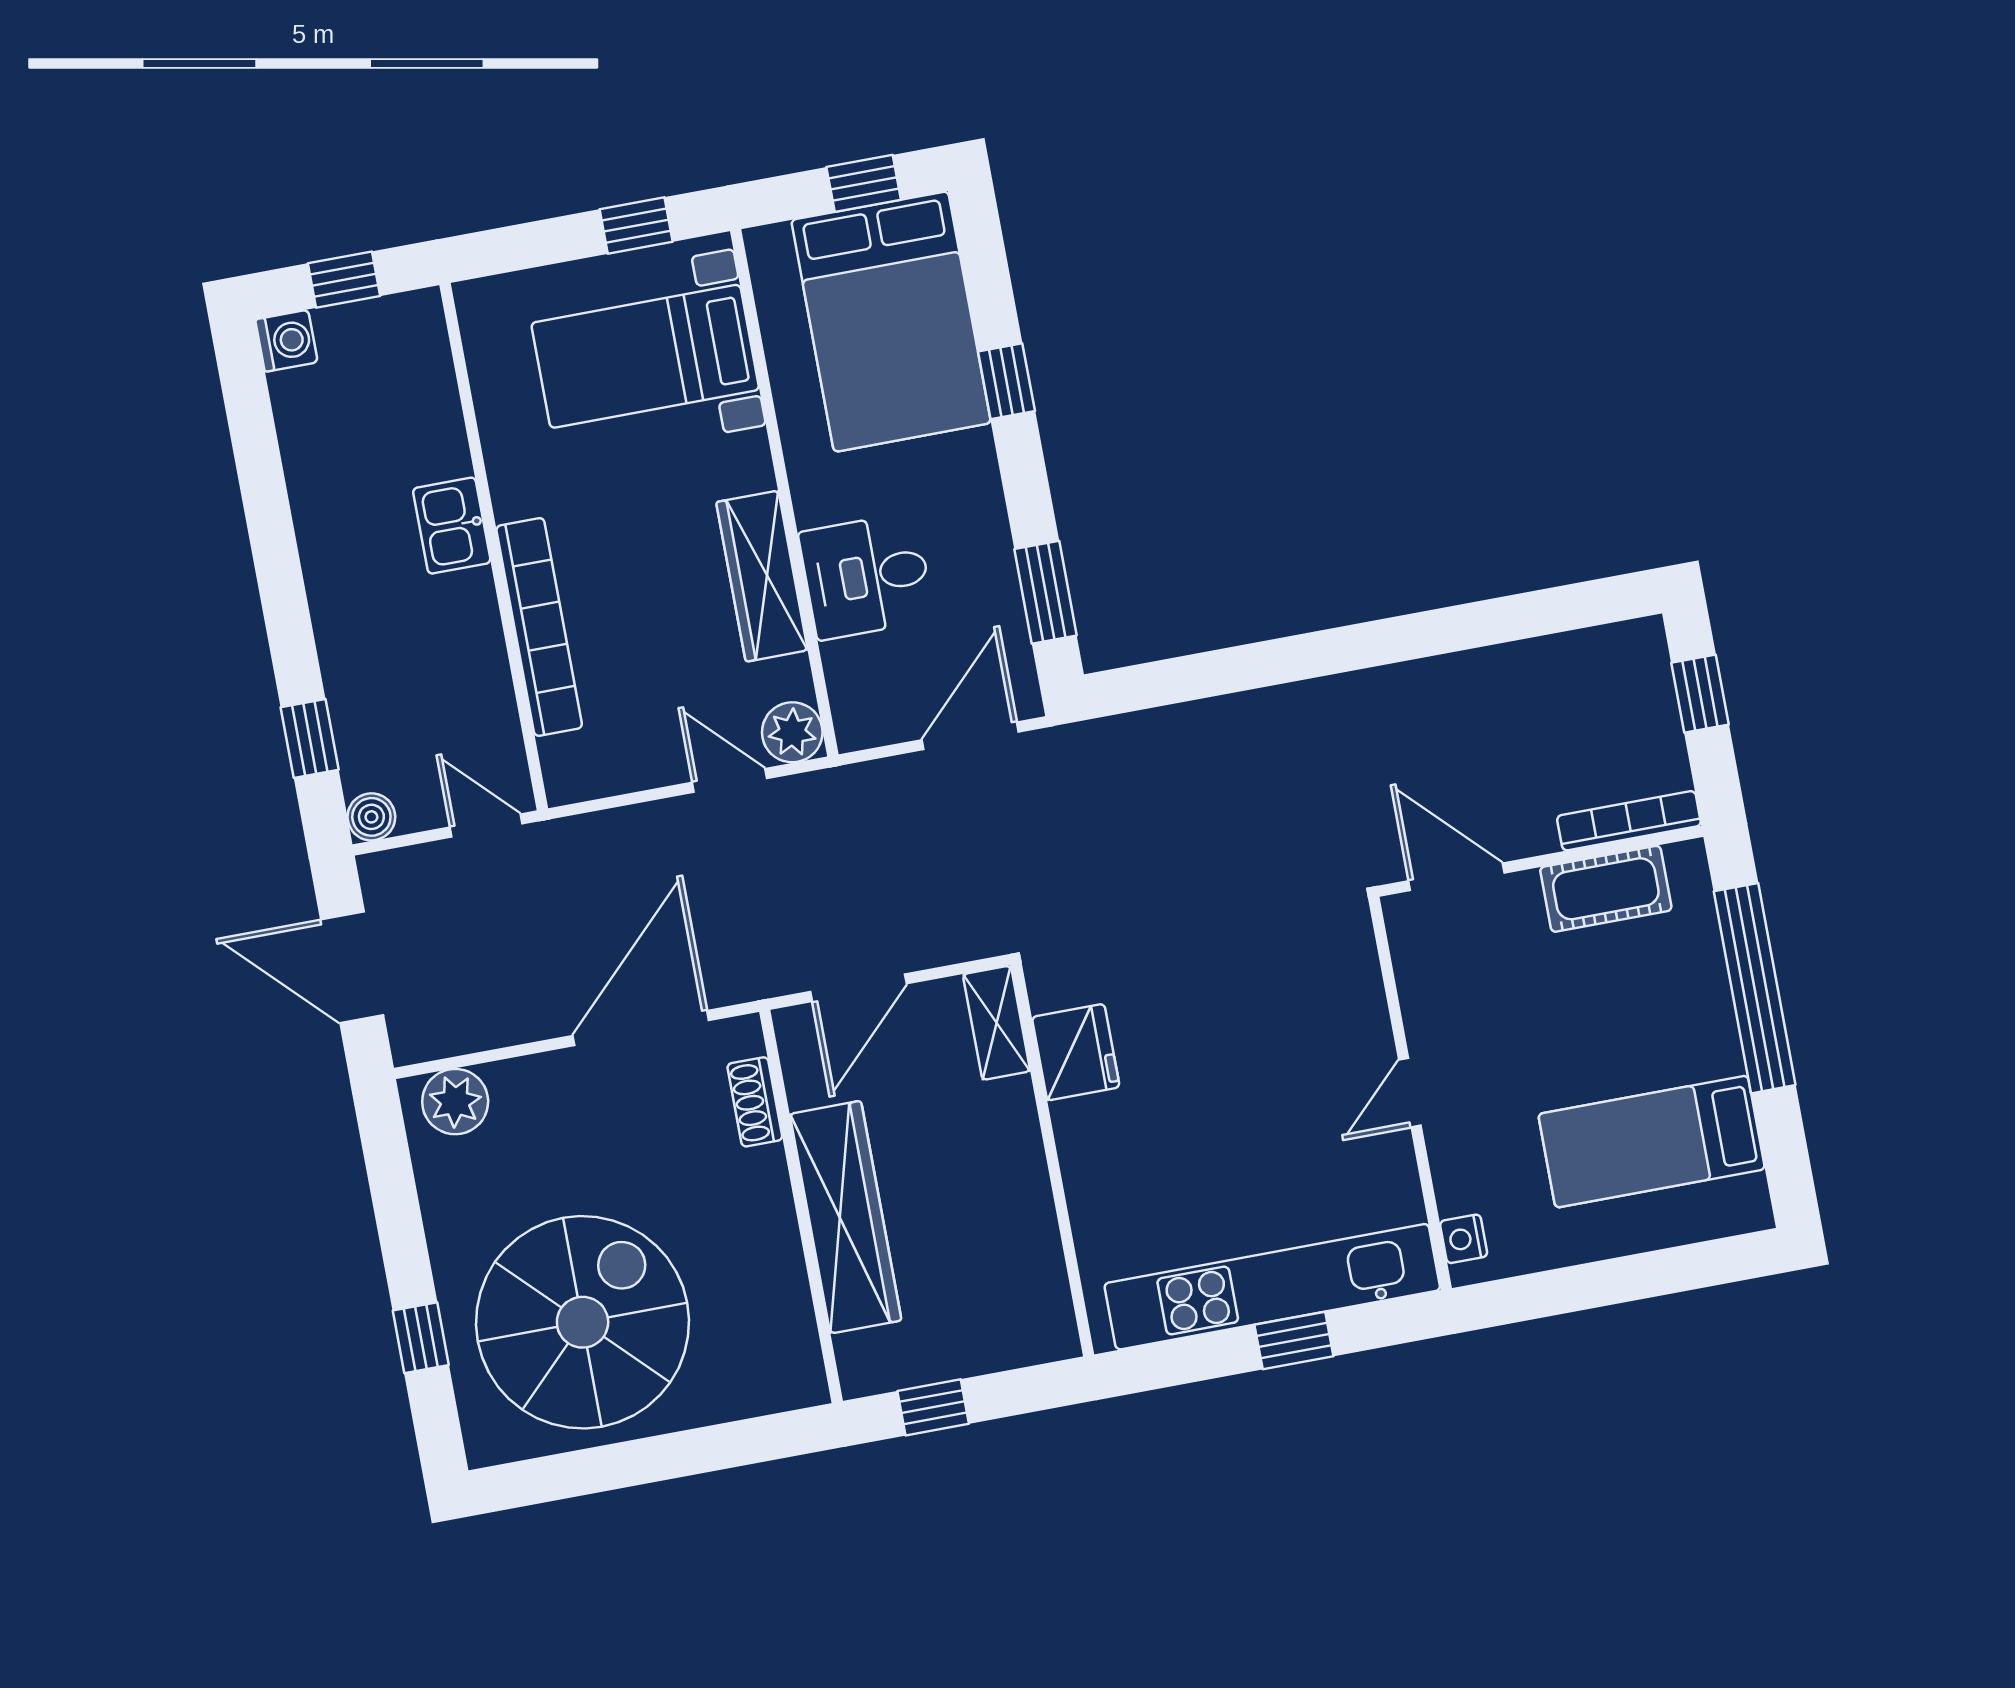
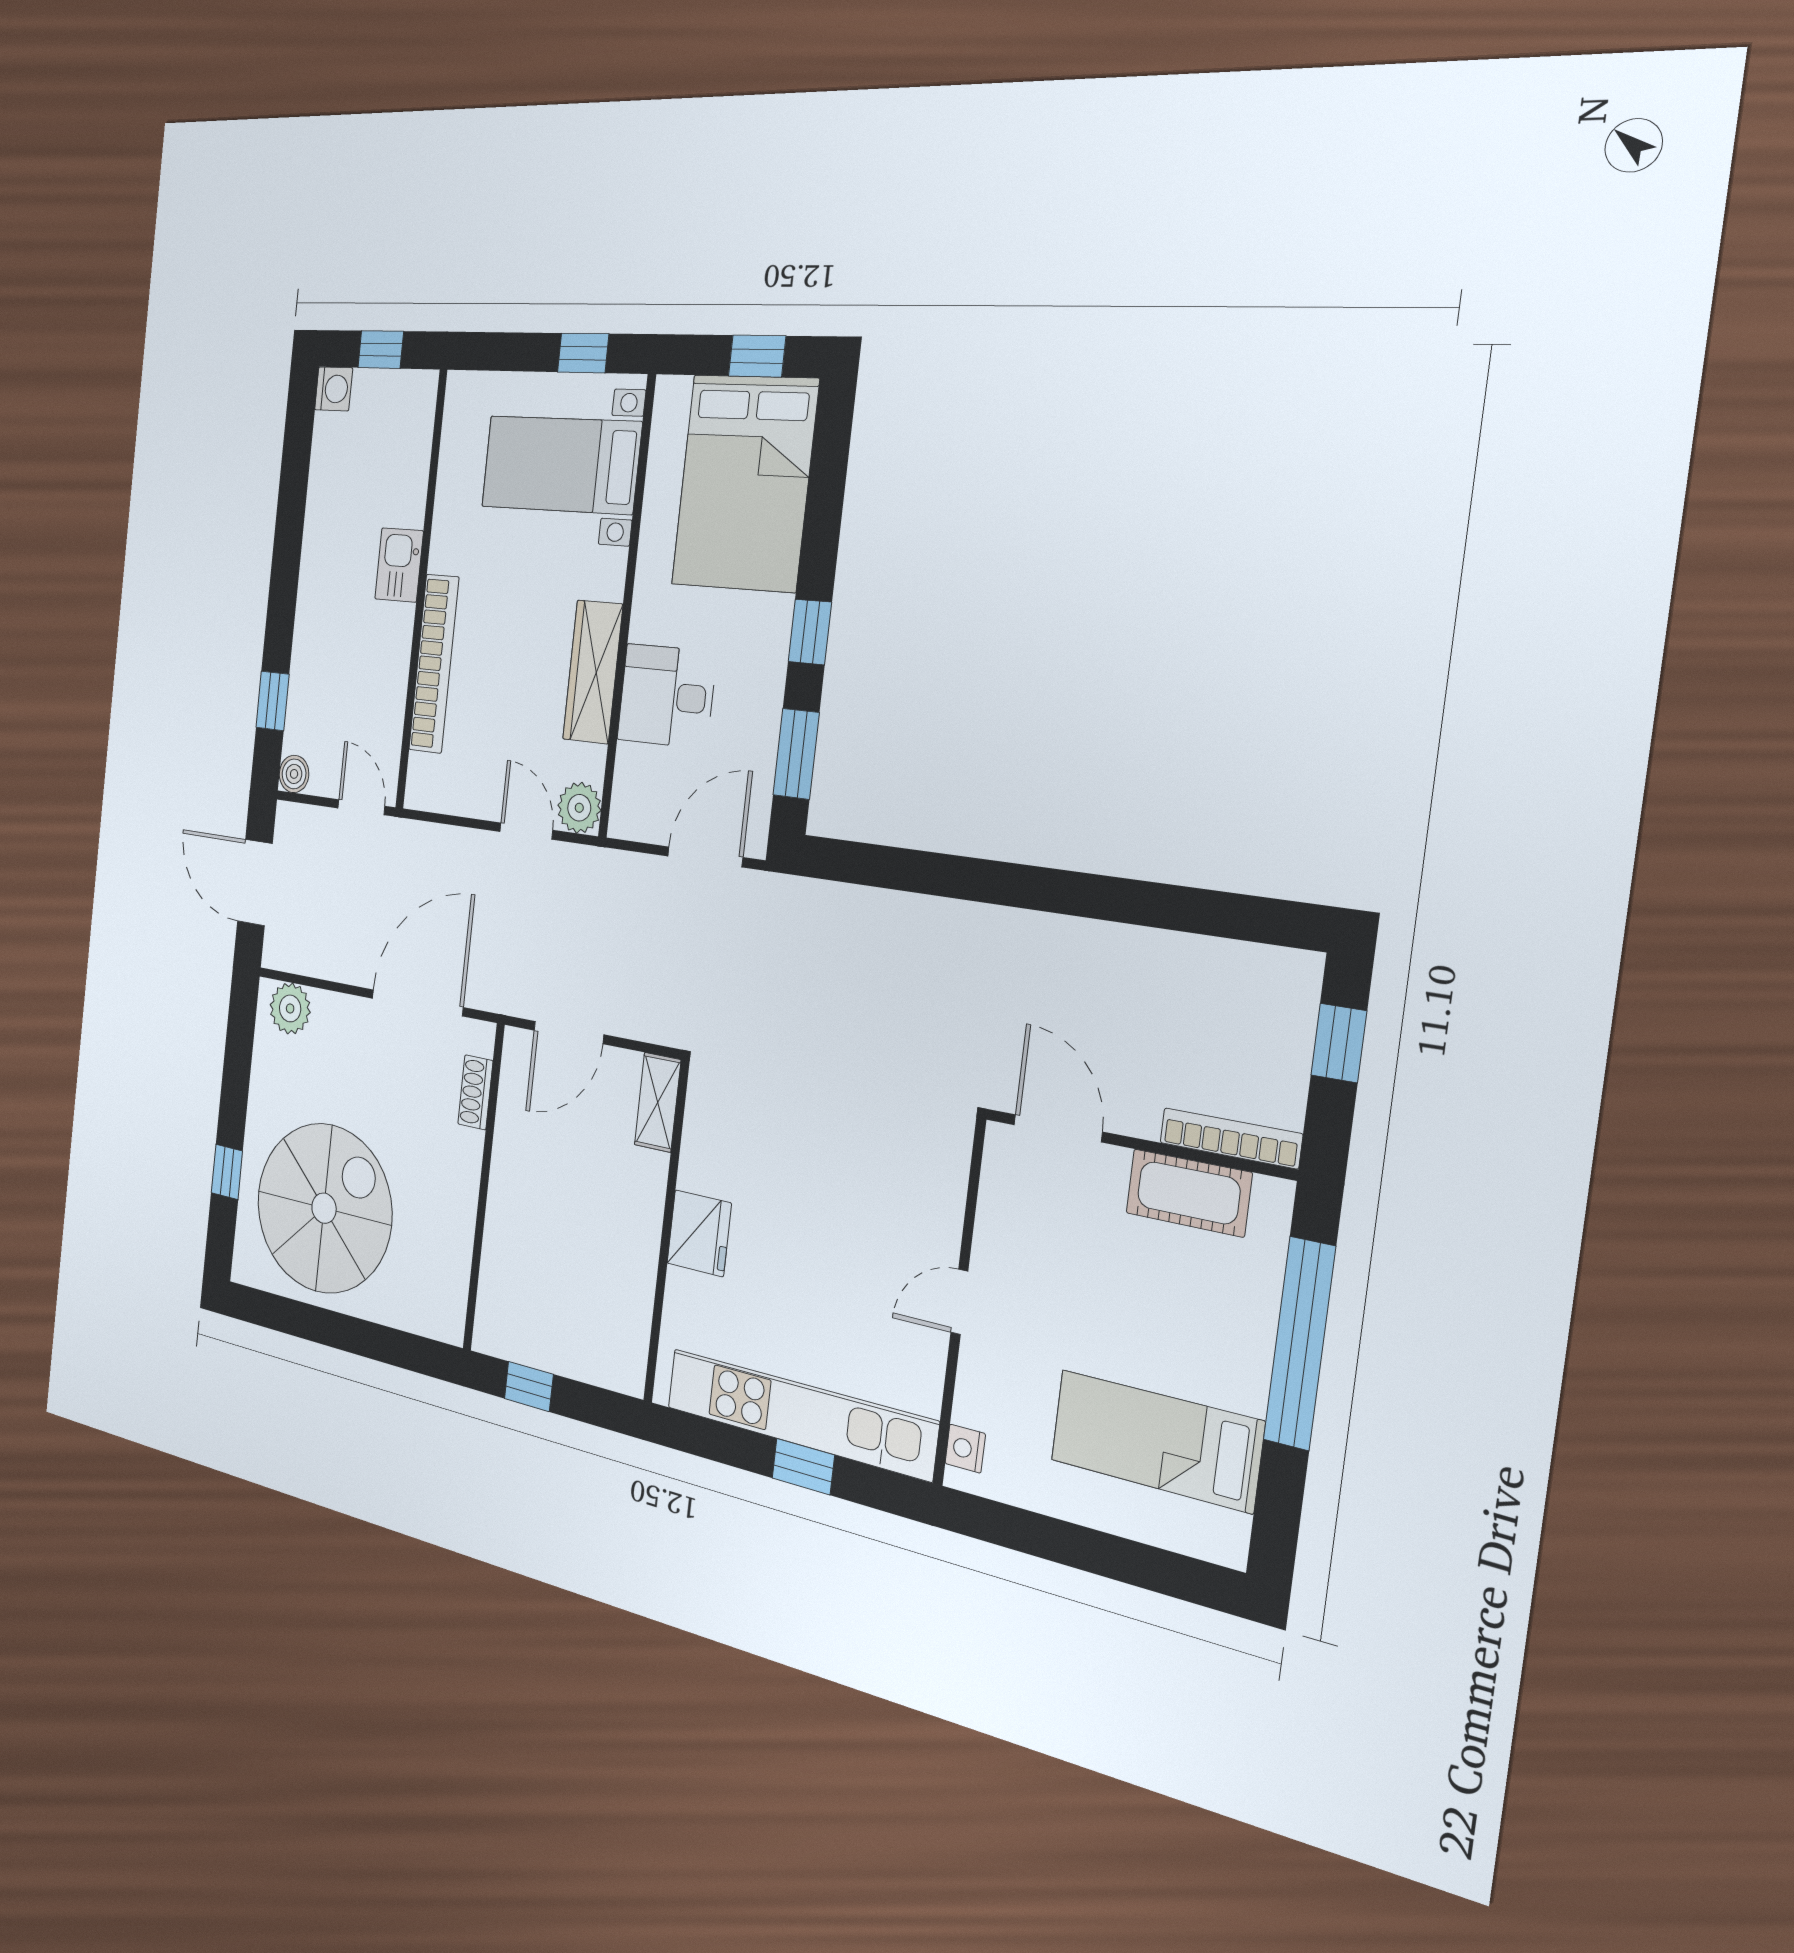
window: (1006, 381) -> (810, 632), moved
fridge: (1076, 1052) -> (699, 1233), moved
wardrobe: (846, 1217) -> (511, 1210), removed

